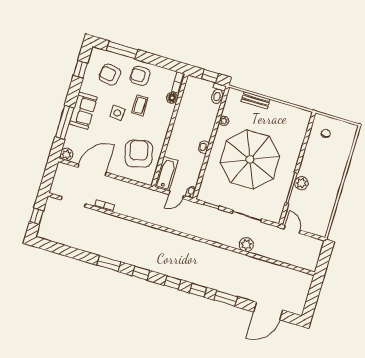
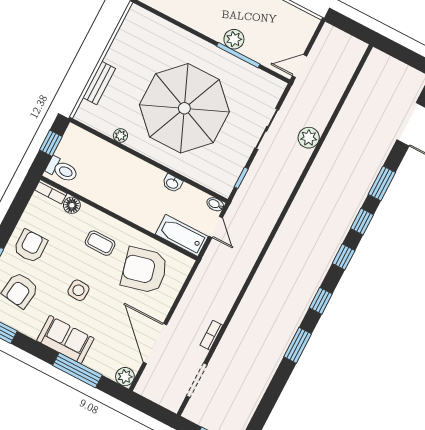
armchair: (140, 76) -> (30, 246), turned 180
toilet: (218, 94) -> (62, 170), moved
coffee table: (140, 105) -> (100, 243), moved
washbasin: (203, 147) -> (172, 183), moved

